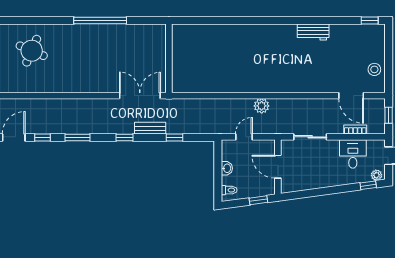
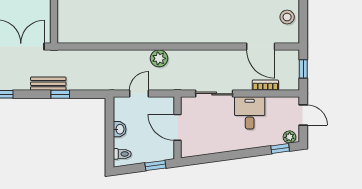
bench: (150, 128) -> (48, 84), moved
desk: (353, 154) -> (250, 113), moved

